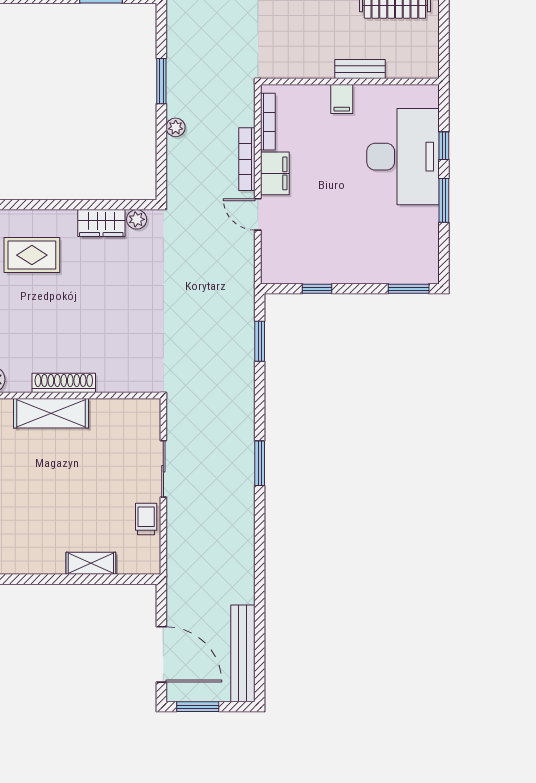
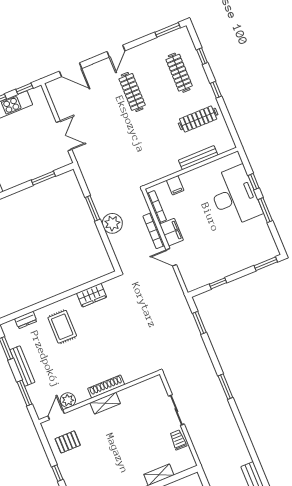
bench: (360, 69) -> (198, 158), width x1.36
filing cabinet: (342, 99) -> (175, 185), moved
plant: (176, 127) -> (112, 223), width x1.88, depth x1.88
plant: (137, 219) -> (109, 286), removed
rug: (32, 255) -> (62, 327), turned 90
shelving: (51, 413) -> (105, 403), width x0.67, depth x0.75

